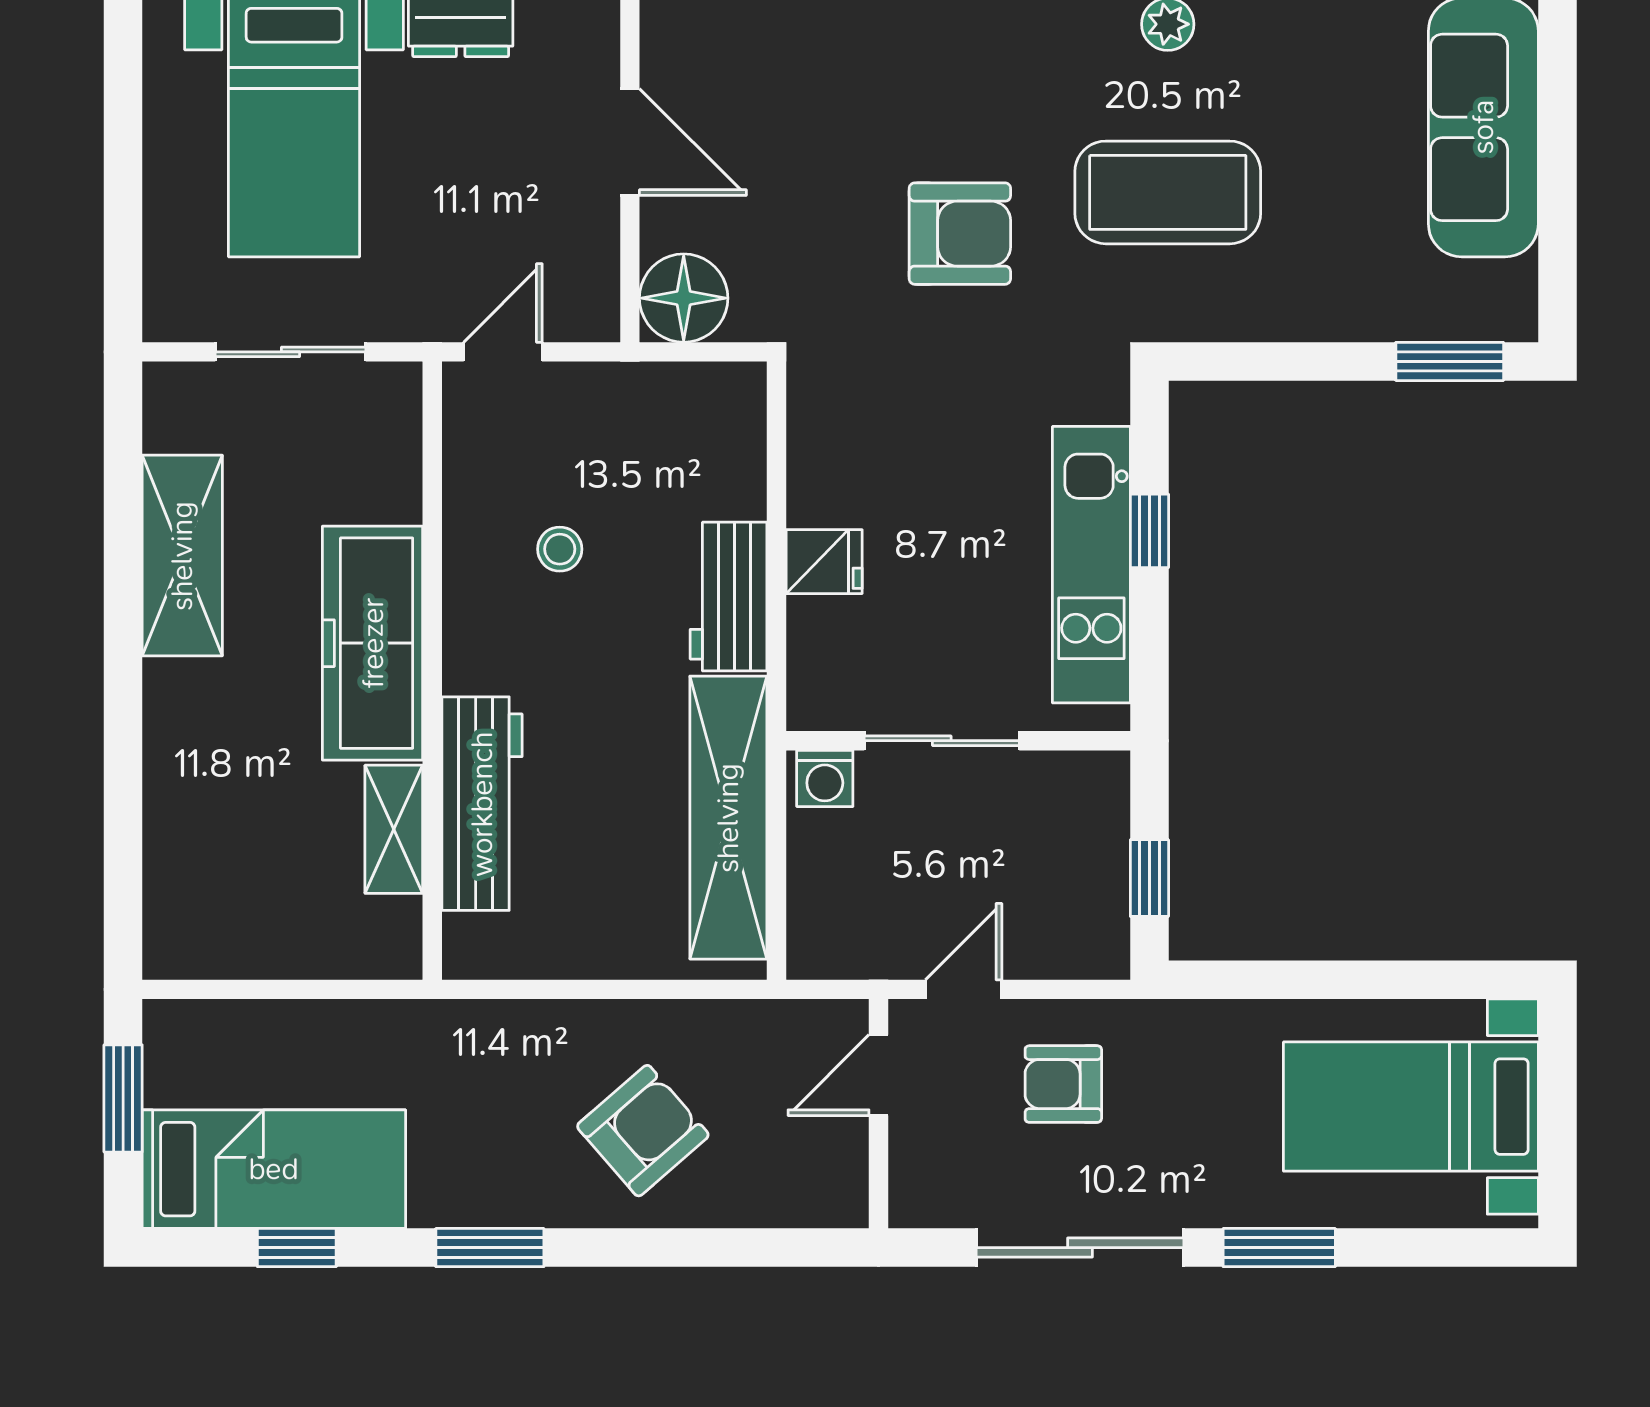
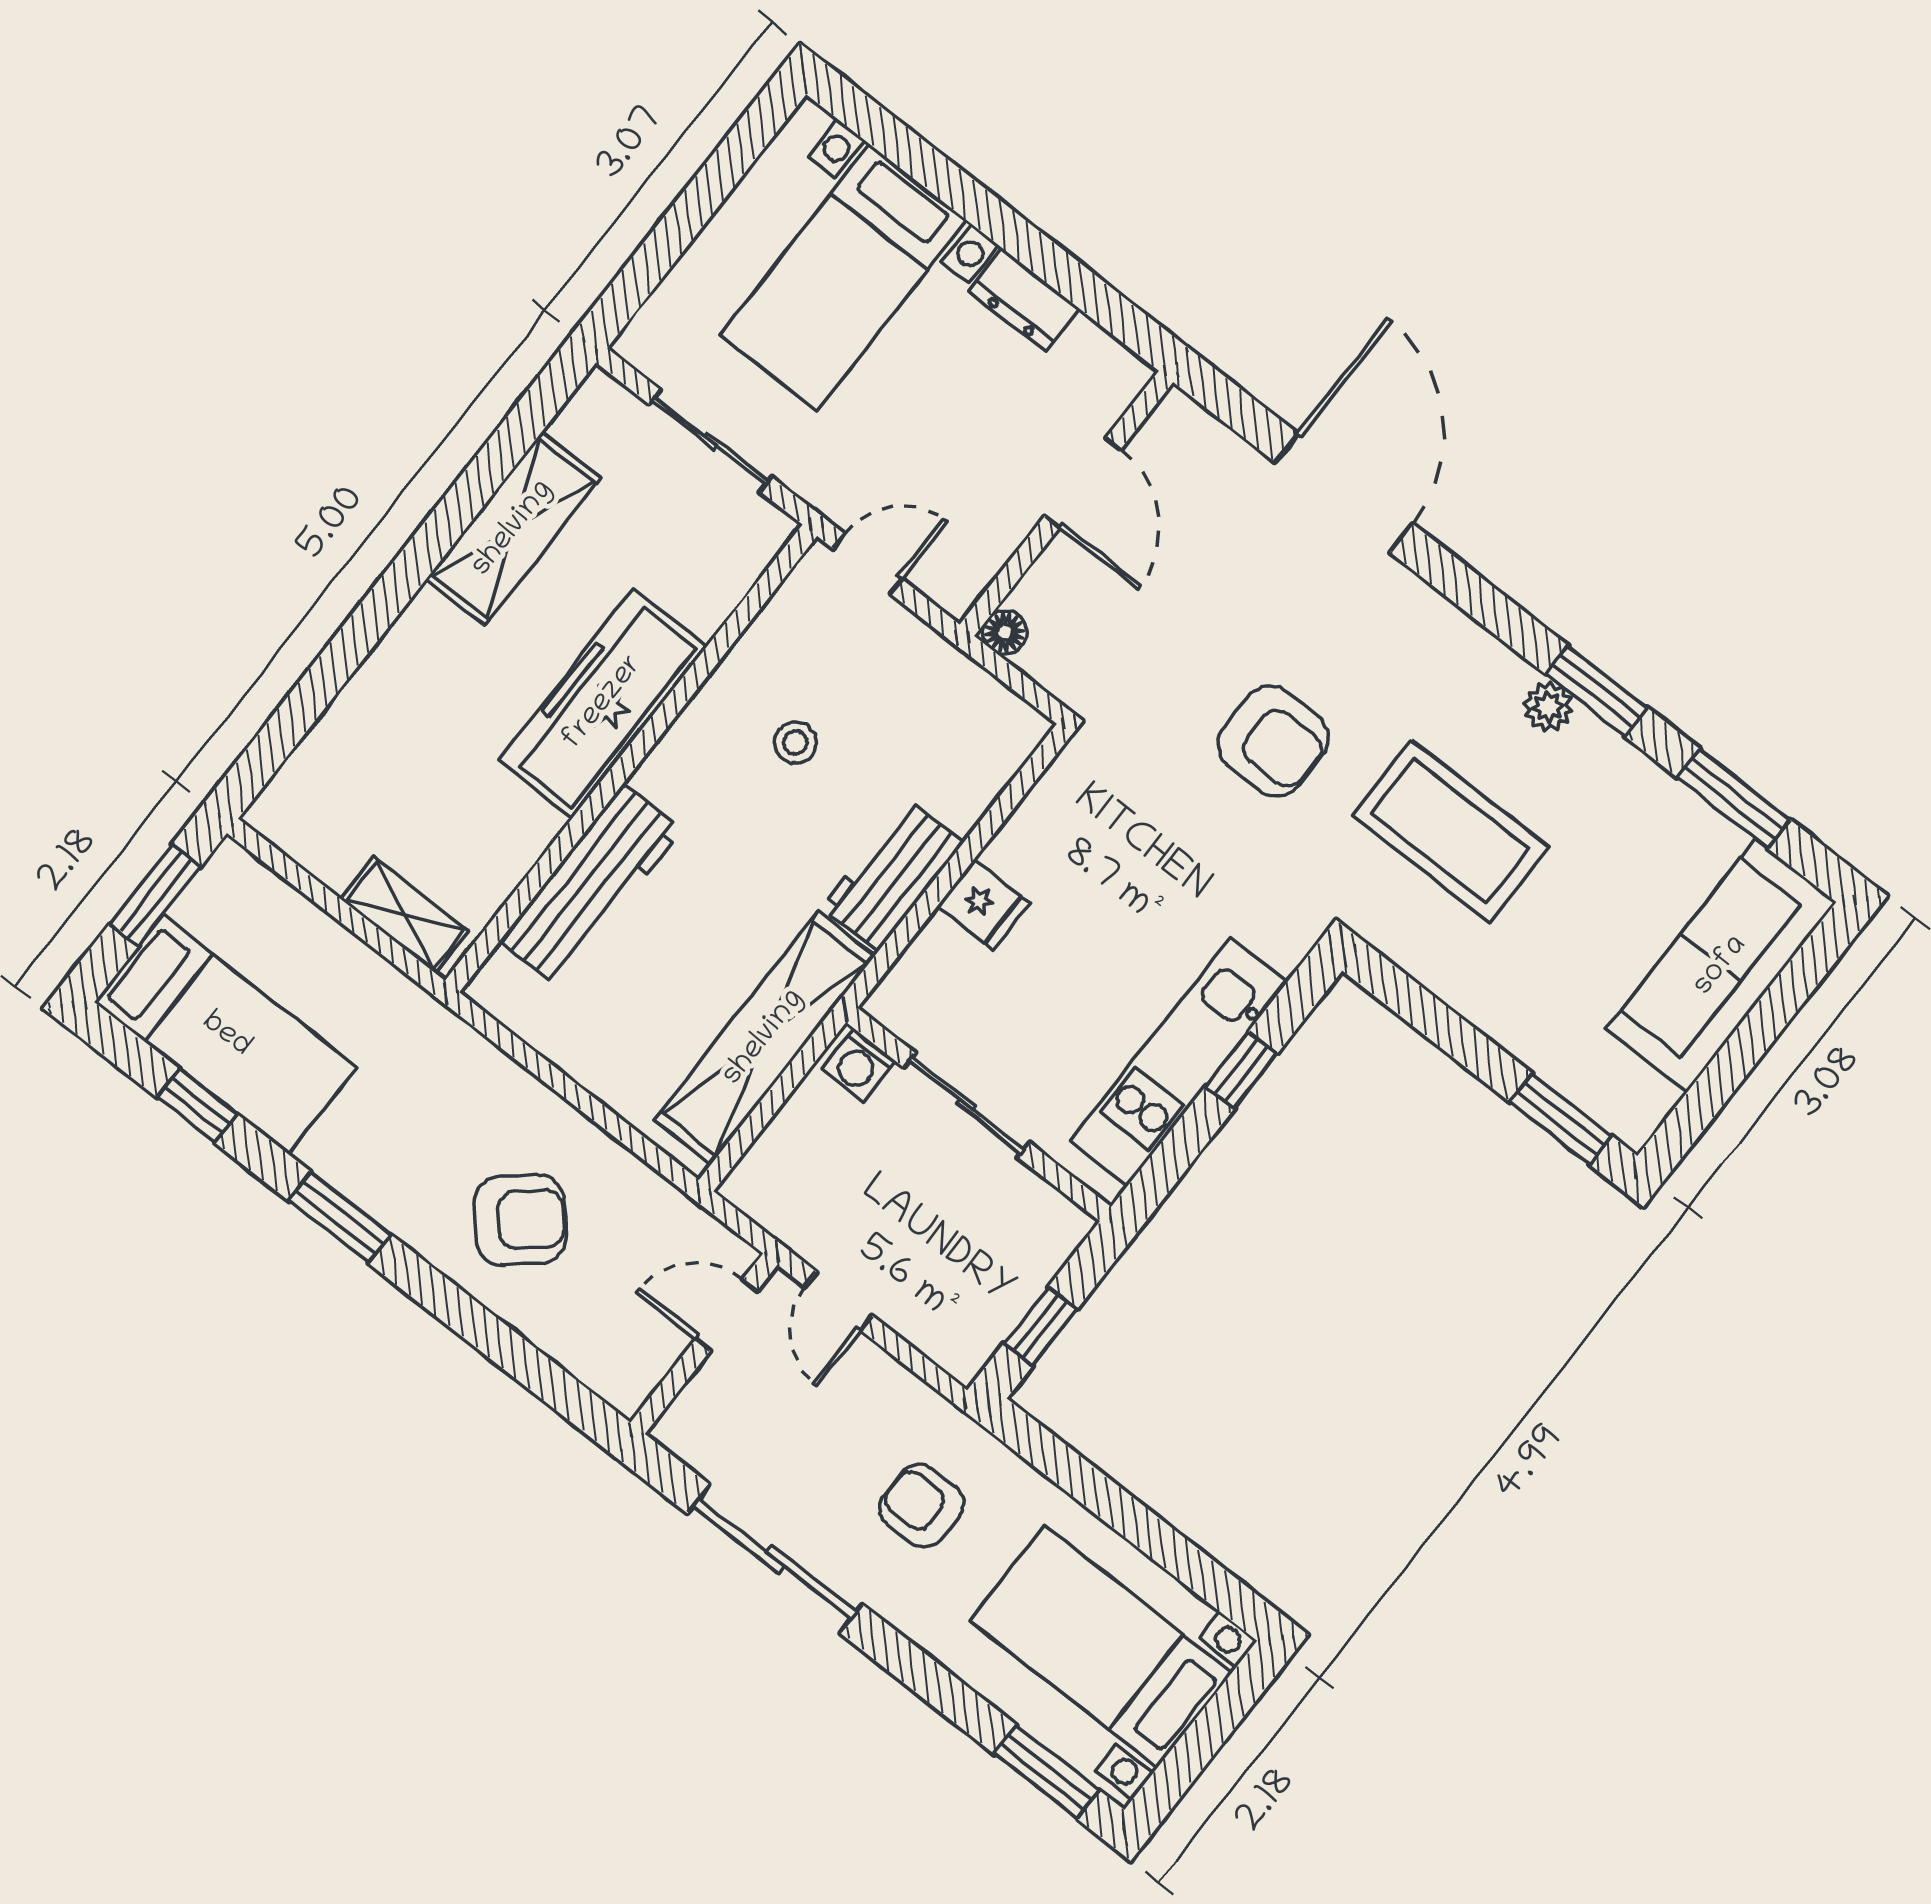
floor lamp: (684, 298) -> (1005, 632), width x0.53, depth x0.53
shelving: (394, 829) -> (405, 915), moved, turned 90
door: (964, 989) -> (839, 1301), swing flipped
armchair: (1063, 1084) -> (921, 1506), moved
window: (1279, 1248) -> (1047, 1772), moved

